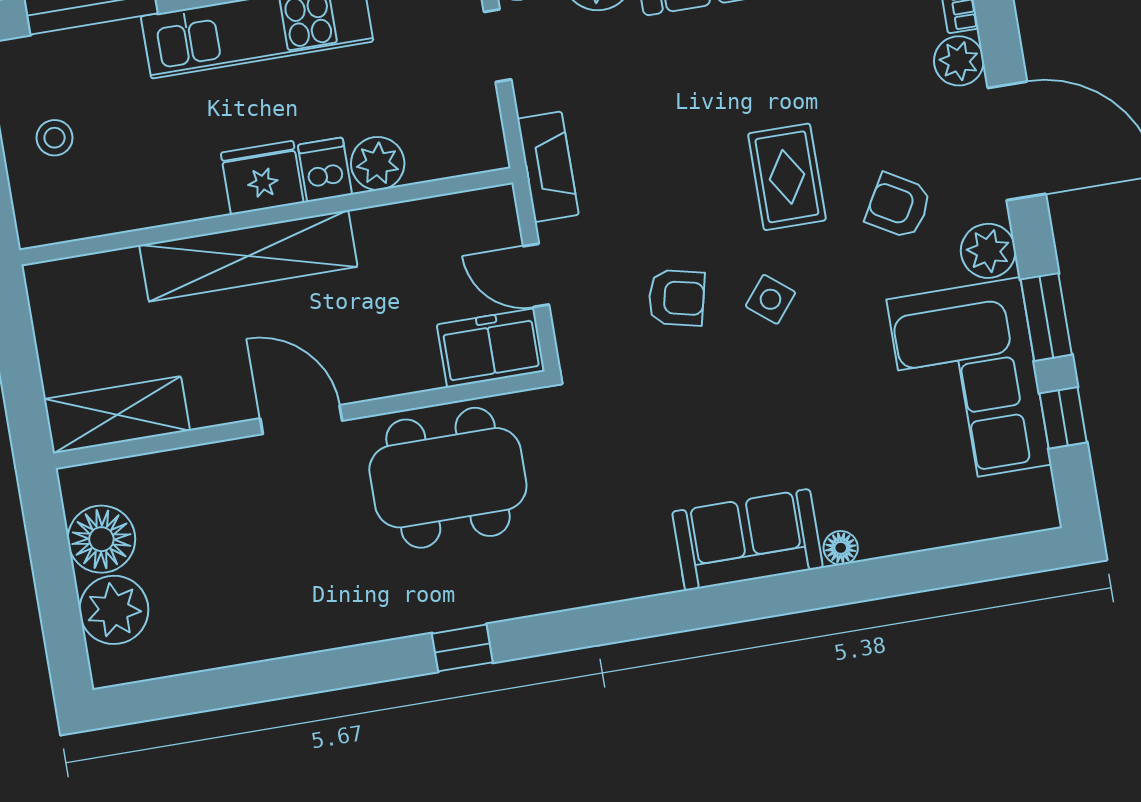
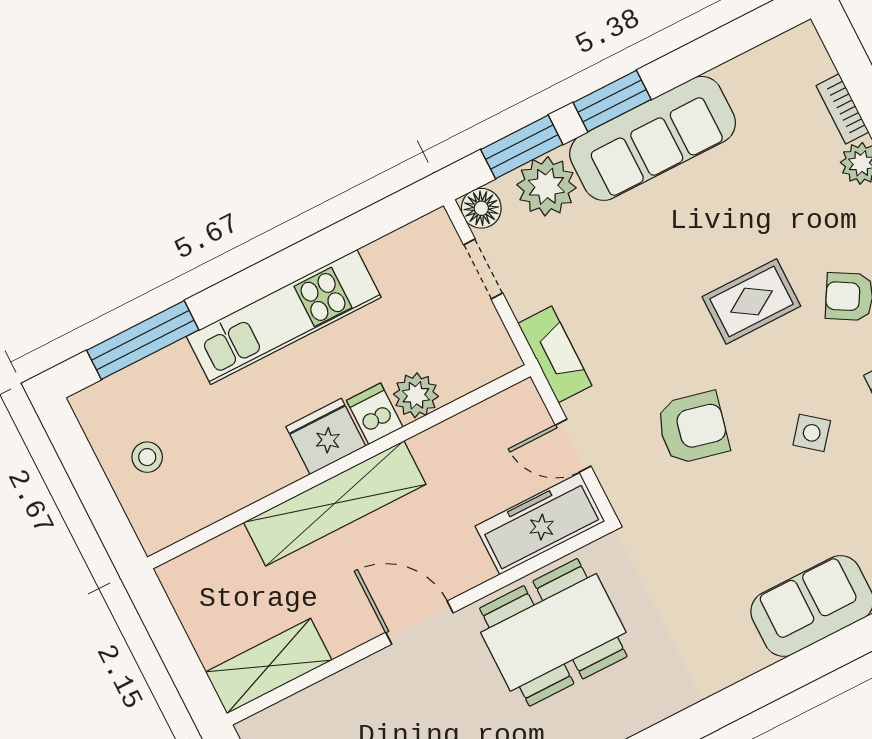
rug: (787, 177) -> (751, 301), turned 90
armchair: (676, 298) -> (693, 428), width x1.38, depth x1.38
side table: (770, 299) -> (812, 433), moved
freezer: (491, 348) -> (540, 524), width x1.40

